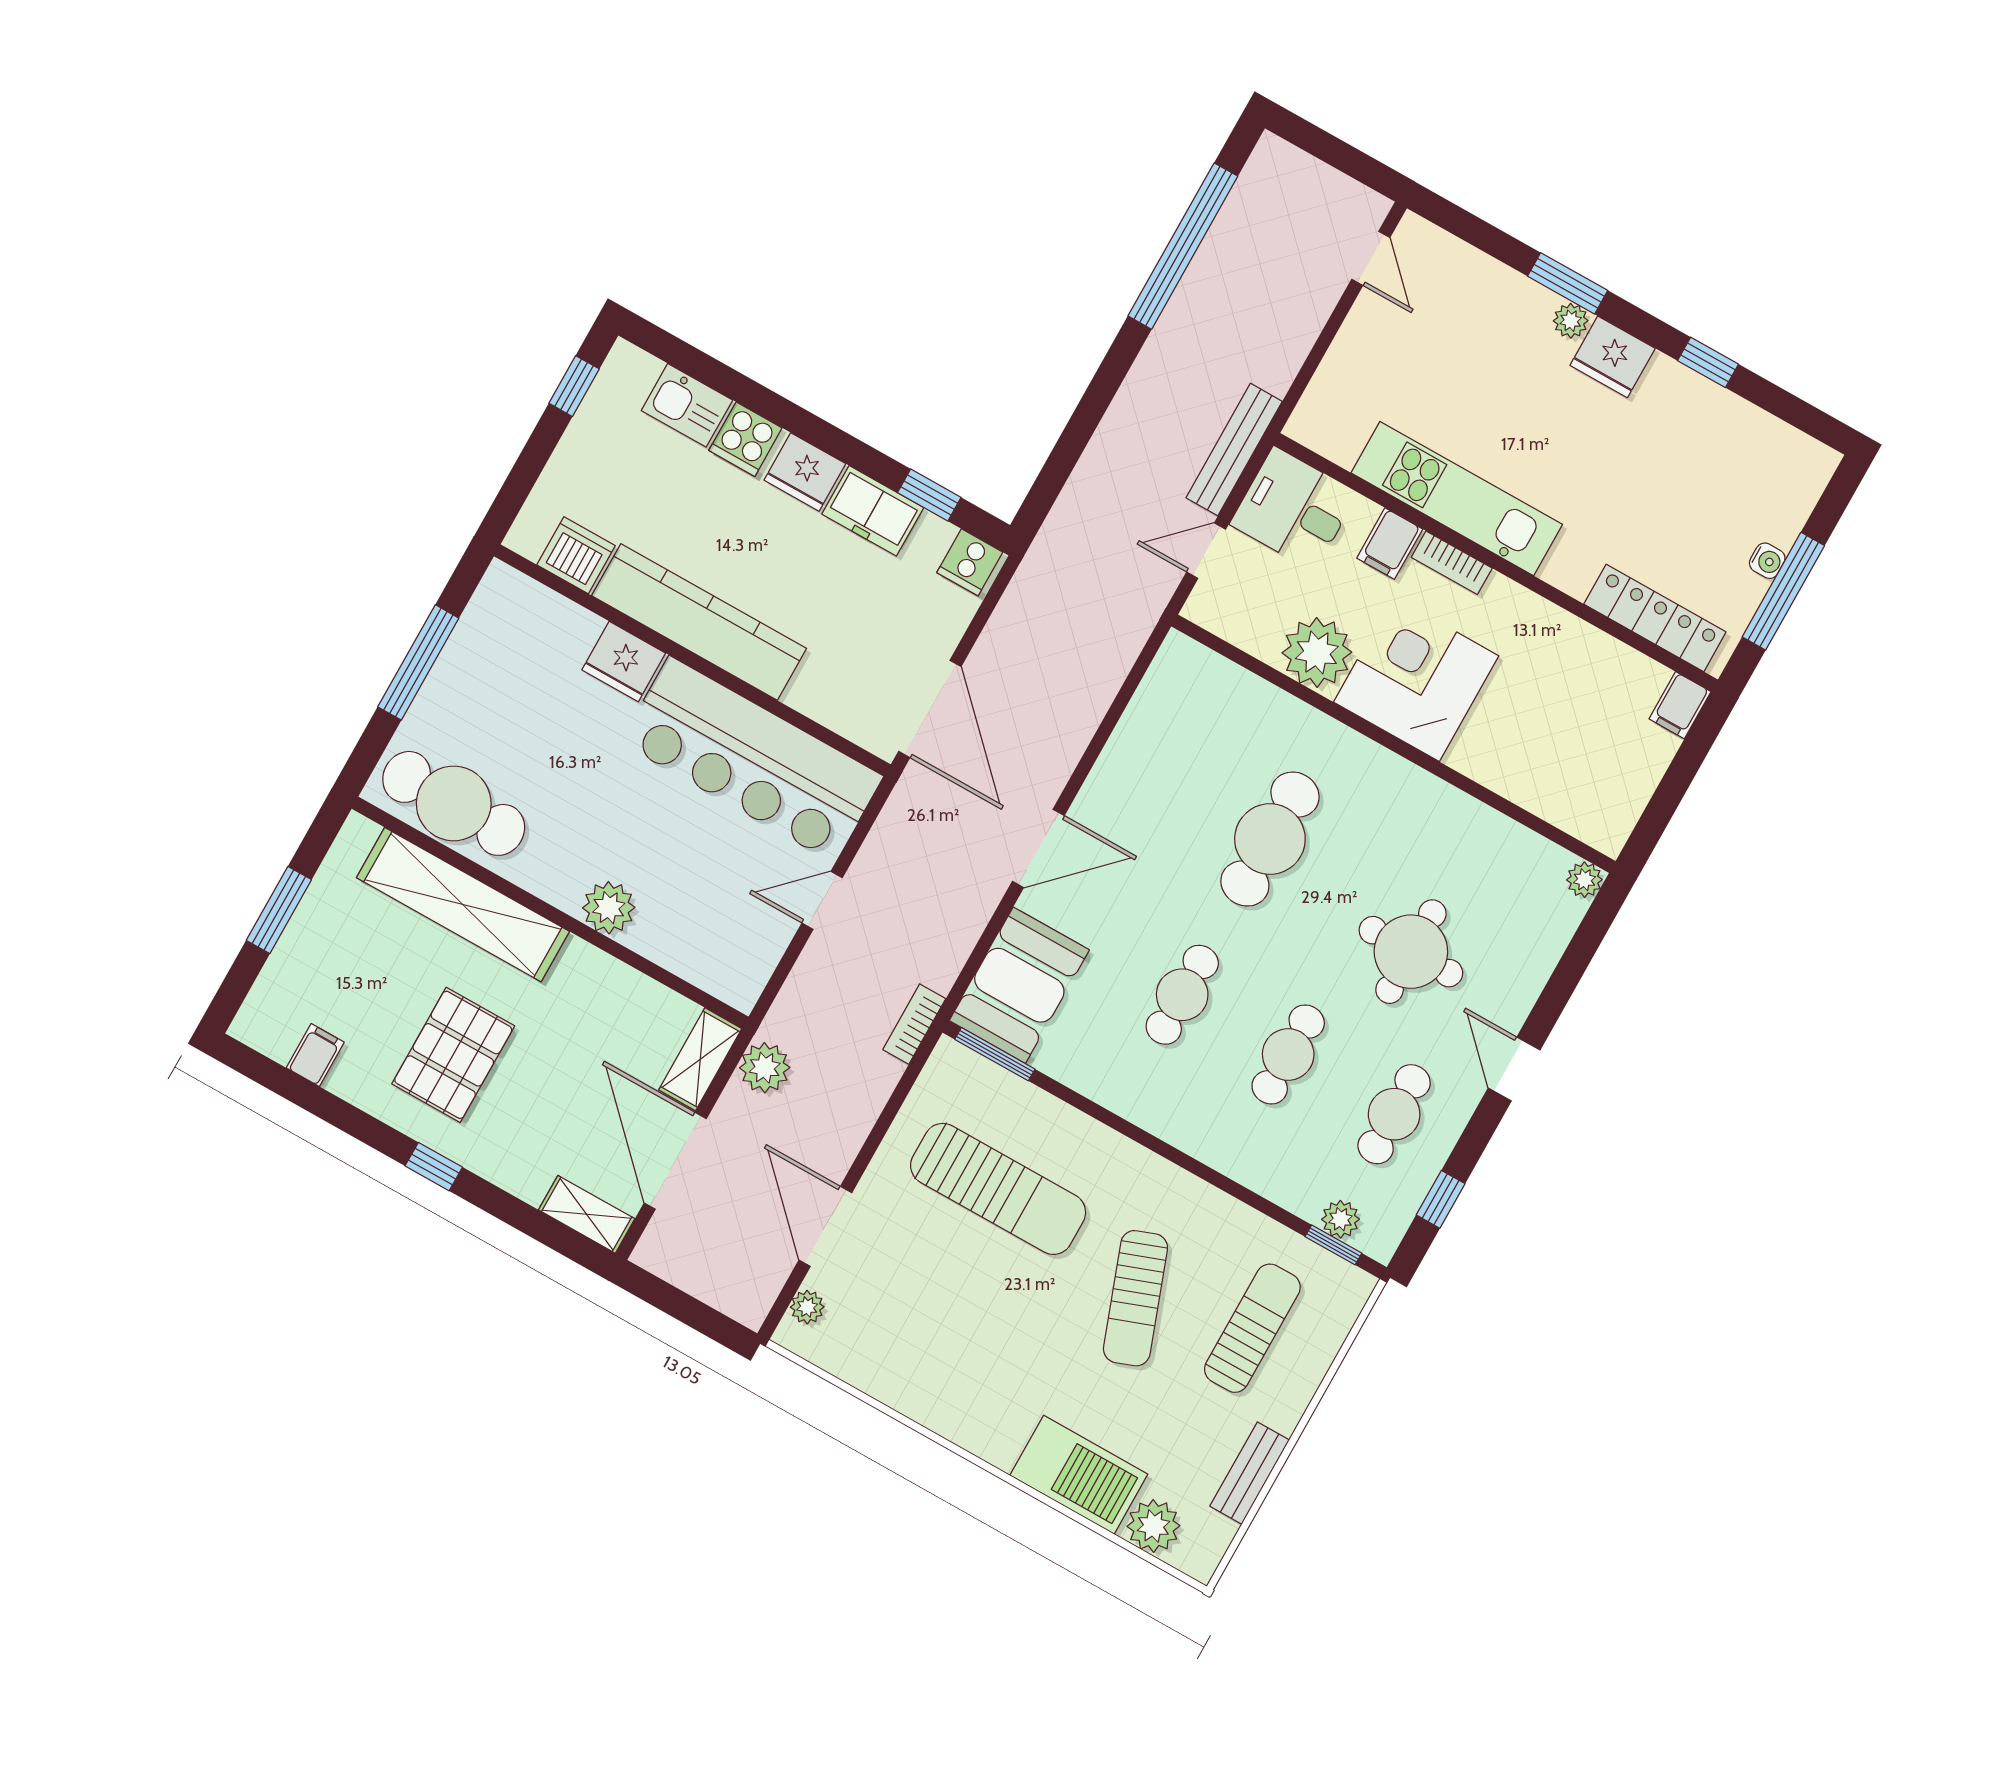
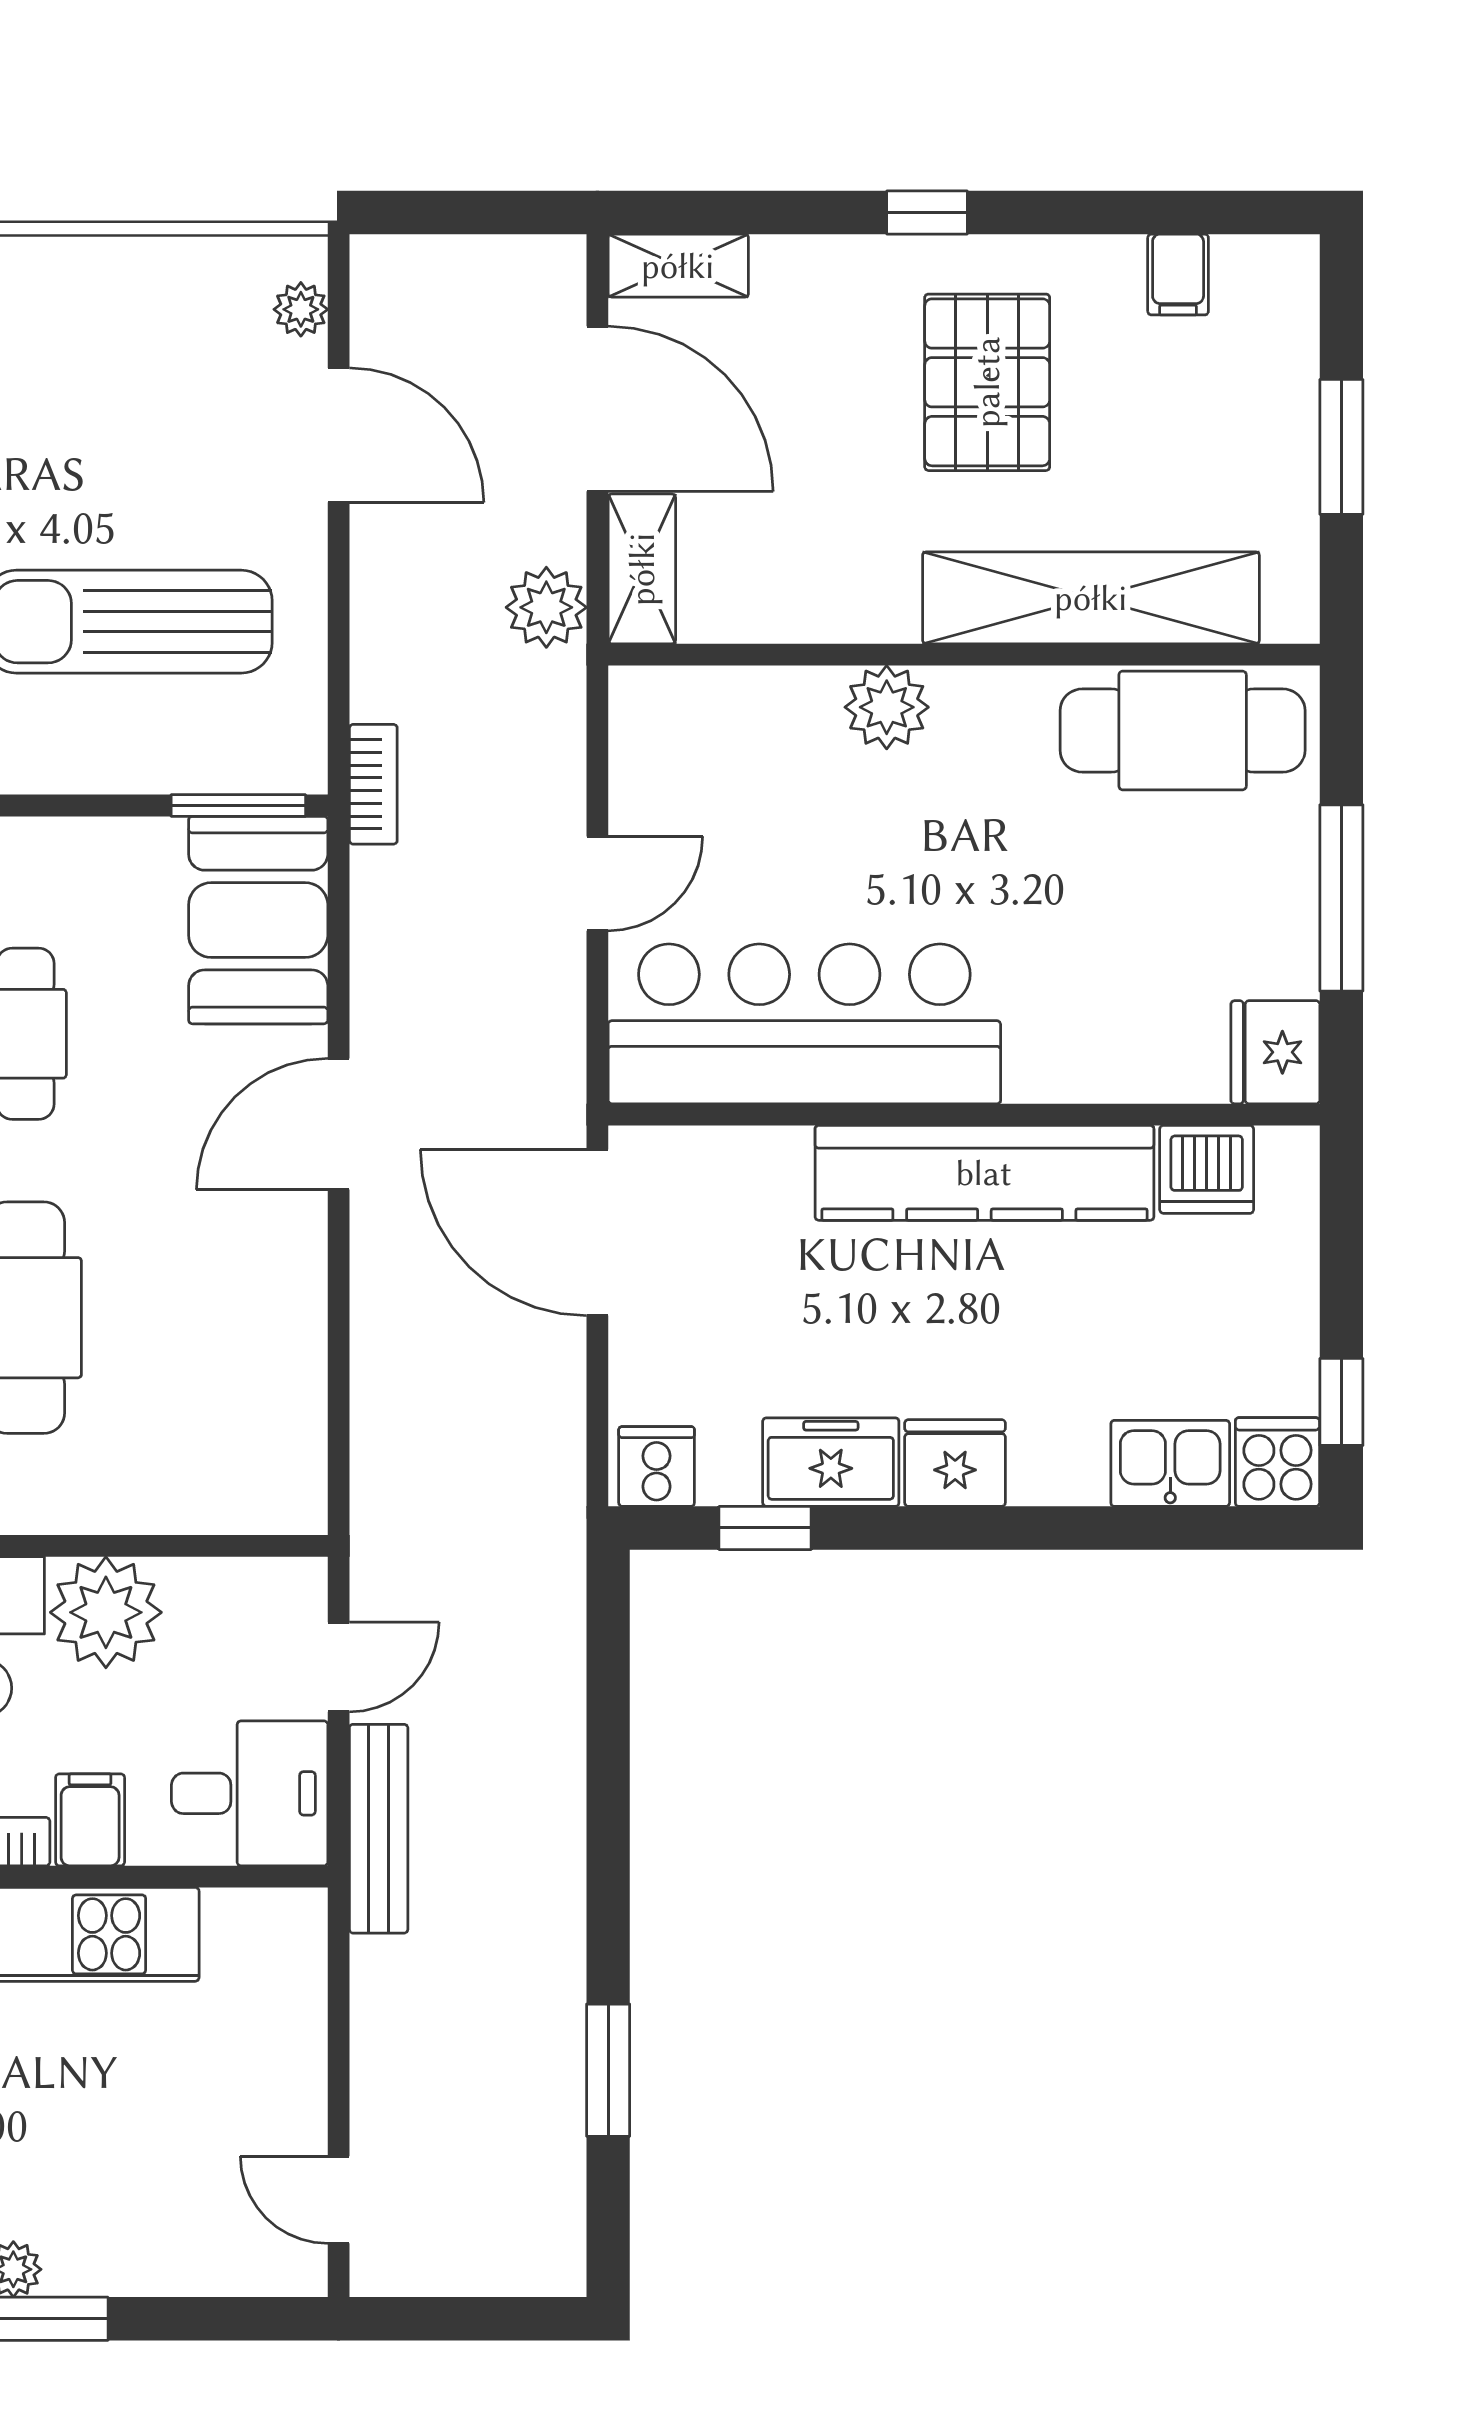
window: (1183, 246) -> (608, 2070), width x0.47
cooker: (745, 439) -> (1277, 1462), moved
fridge: (624, 662) -> (1275, 1052), moved, turned -90

